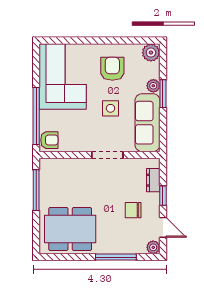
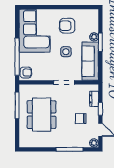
plant: (151, 53) -> (92, 15), removed
armchair: (112, 69) -> (67, 26), turned -90
dining table: (70, 229) -> (42, 115), moved, turned 90

